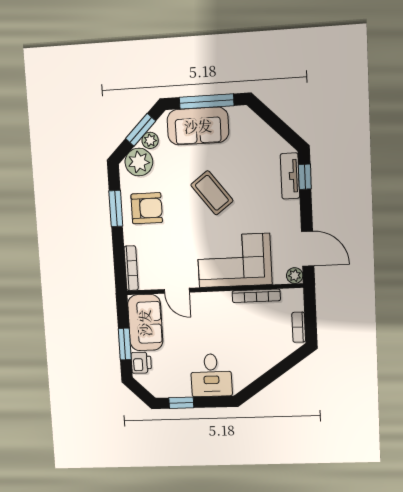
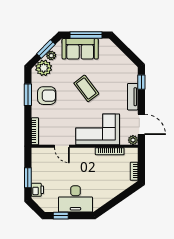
tv unit: (290, 176) -> (133, 97), moved
sofa: (145, 323) -> (41, 165), removed
desk: (211, 375) -> (75, 199), width x1.37

